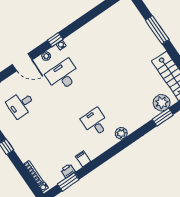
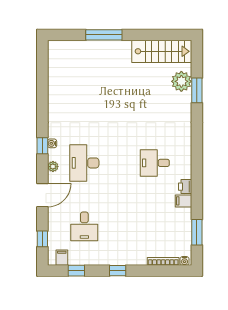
plant: (121, 133) -> (184, 144), removed
printer: (68, 171) -> (185, 187), moved

